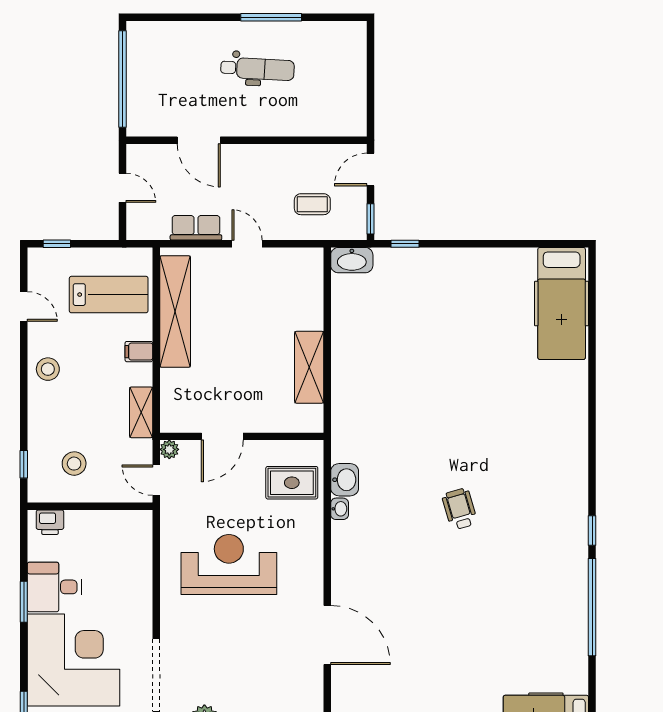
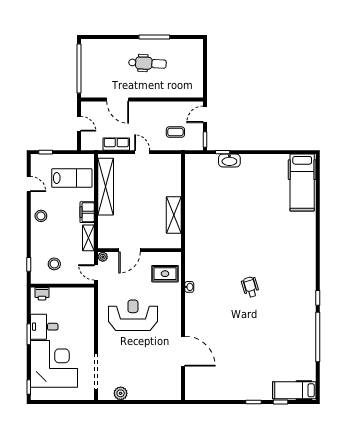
washbasin: (352, 260) -> (229, 160), moved
filing cabinet: (139, 352) -> (87, 212), width x2.00
washbasin: (345, 480) -> (192, 272), removed

